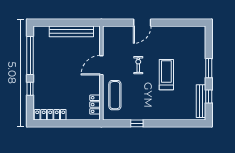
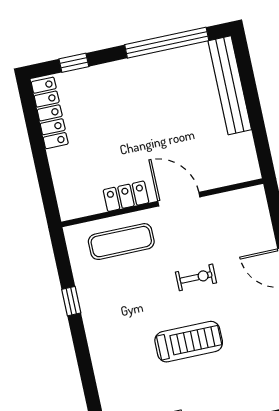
bench: (71, 31) -> (230, 85), moved
window: (30, 89) -> (74, 63), moved
locker: (95, 105) -> (126, 196), moved

